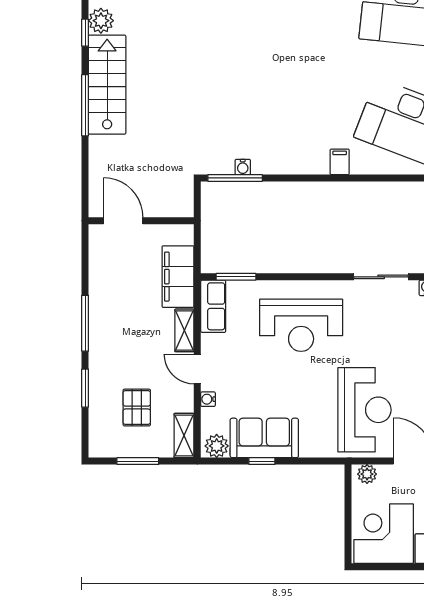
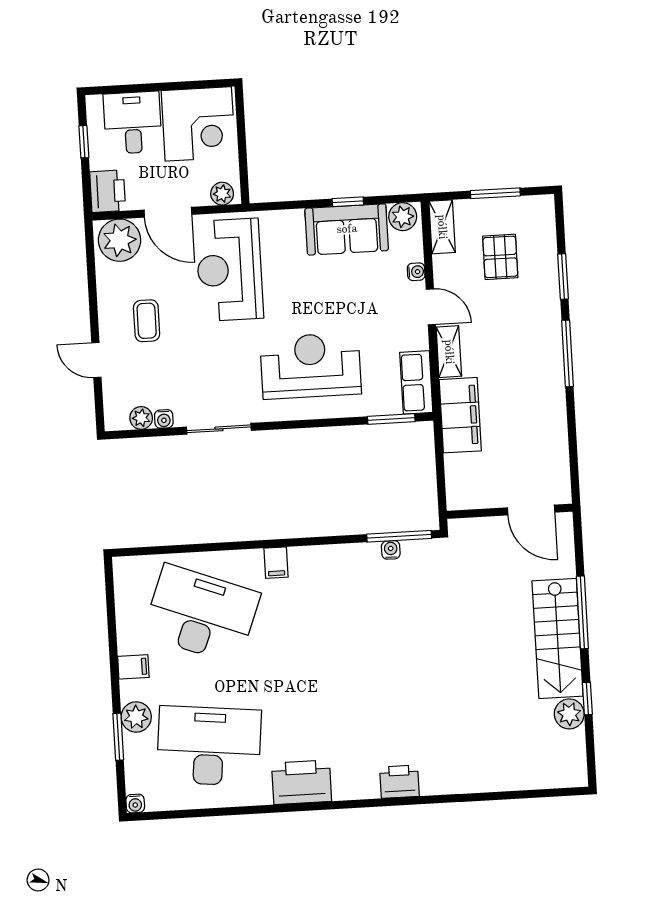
door: (123, 221) -> (531, 510), moved
wall: (141, 221) -> (510, 511), moved

